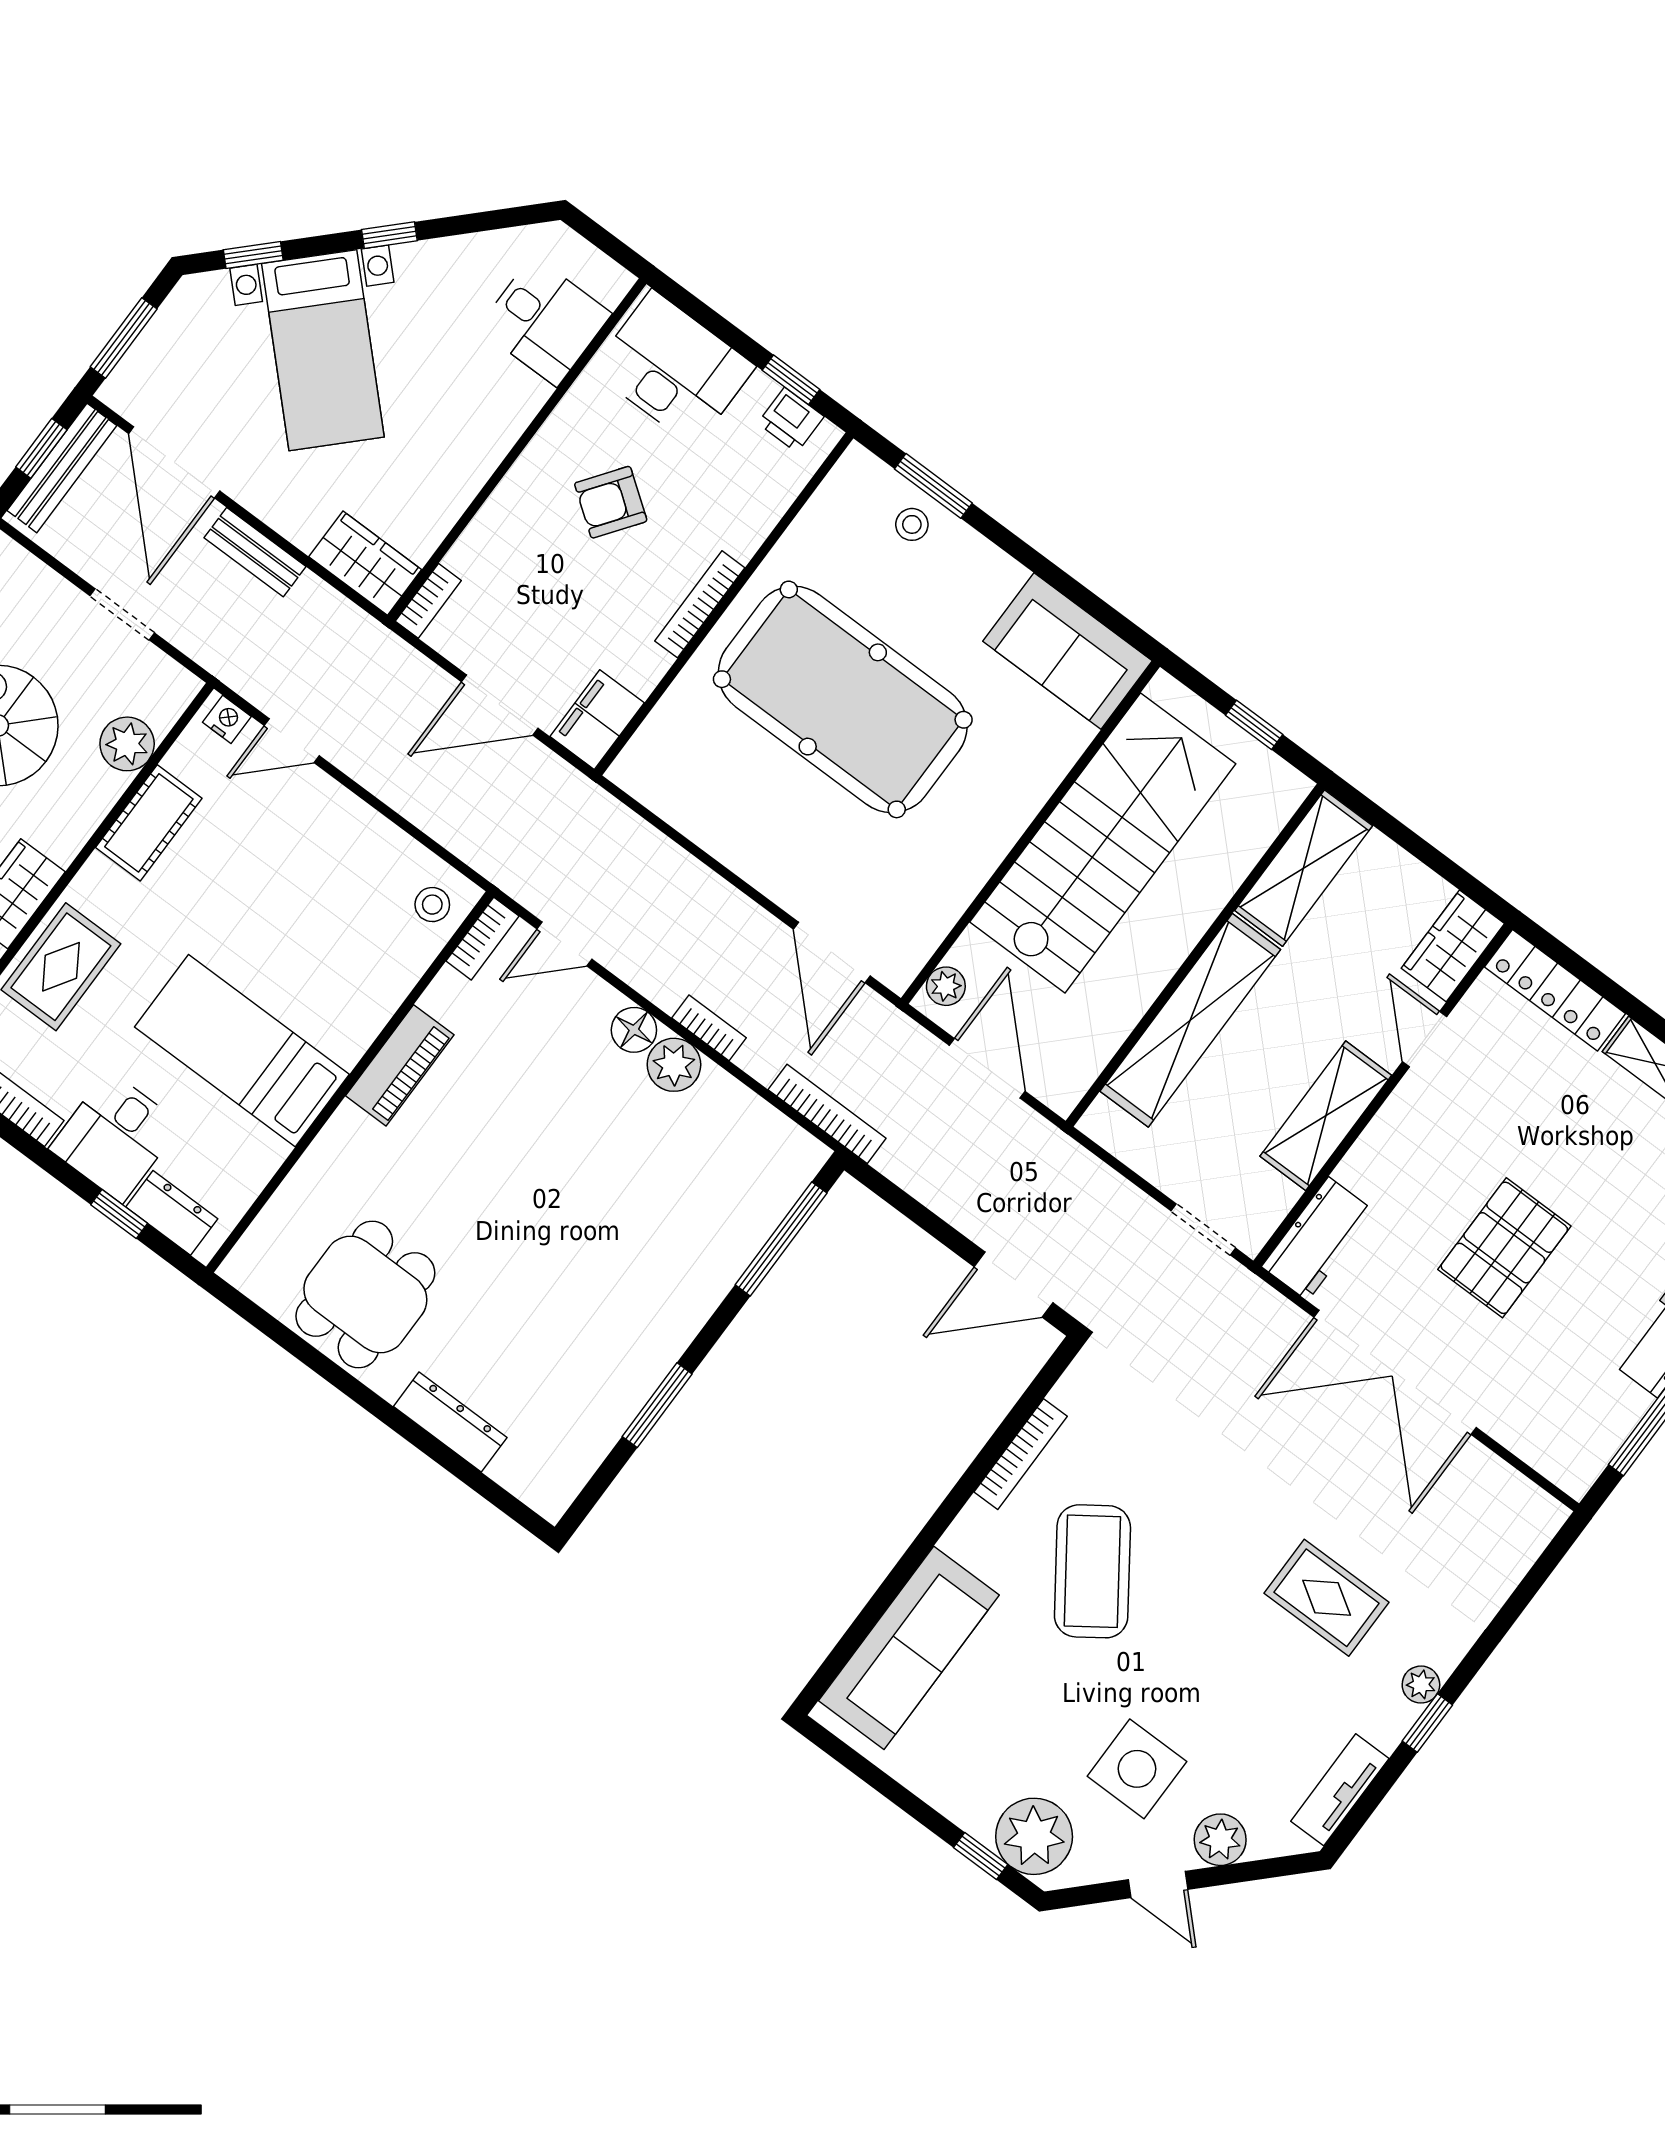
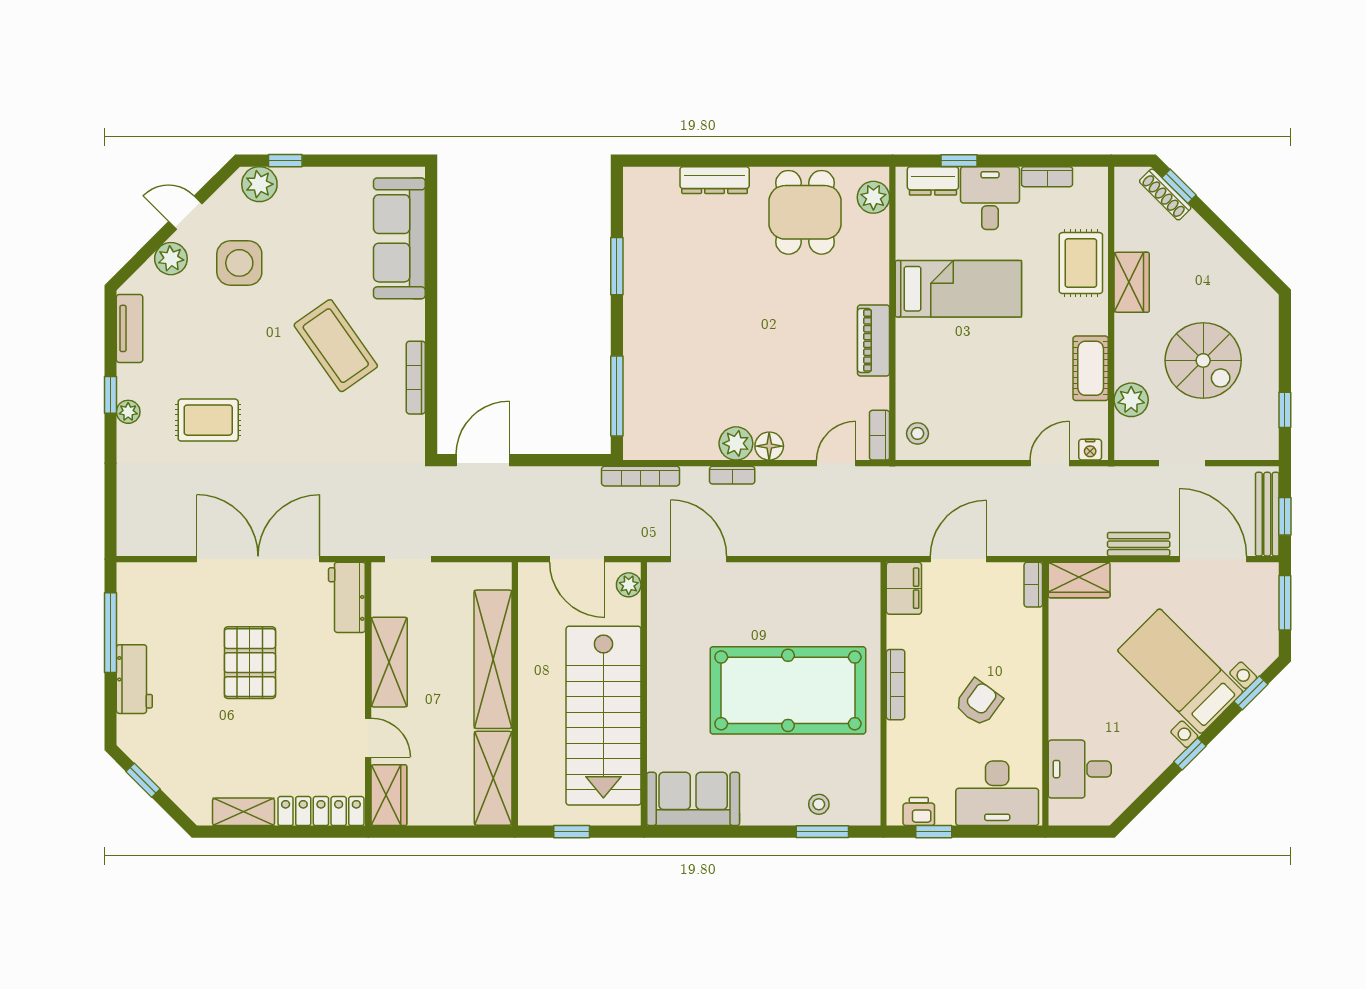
plant: (264, 1249) -> (873, 197), added
plant: (1034, 1836) -> (259, 184), width x0.73, depth x0.73

